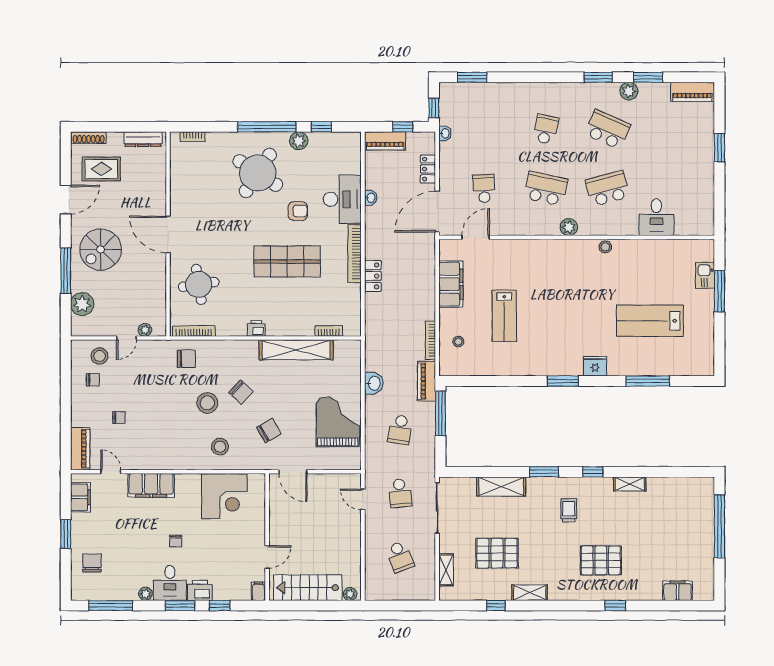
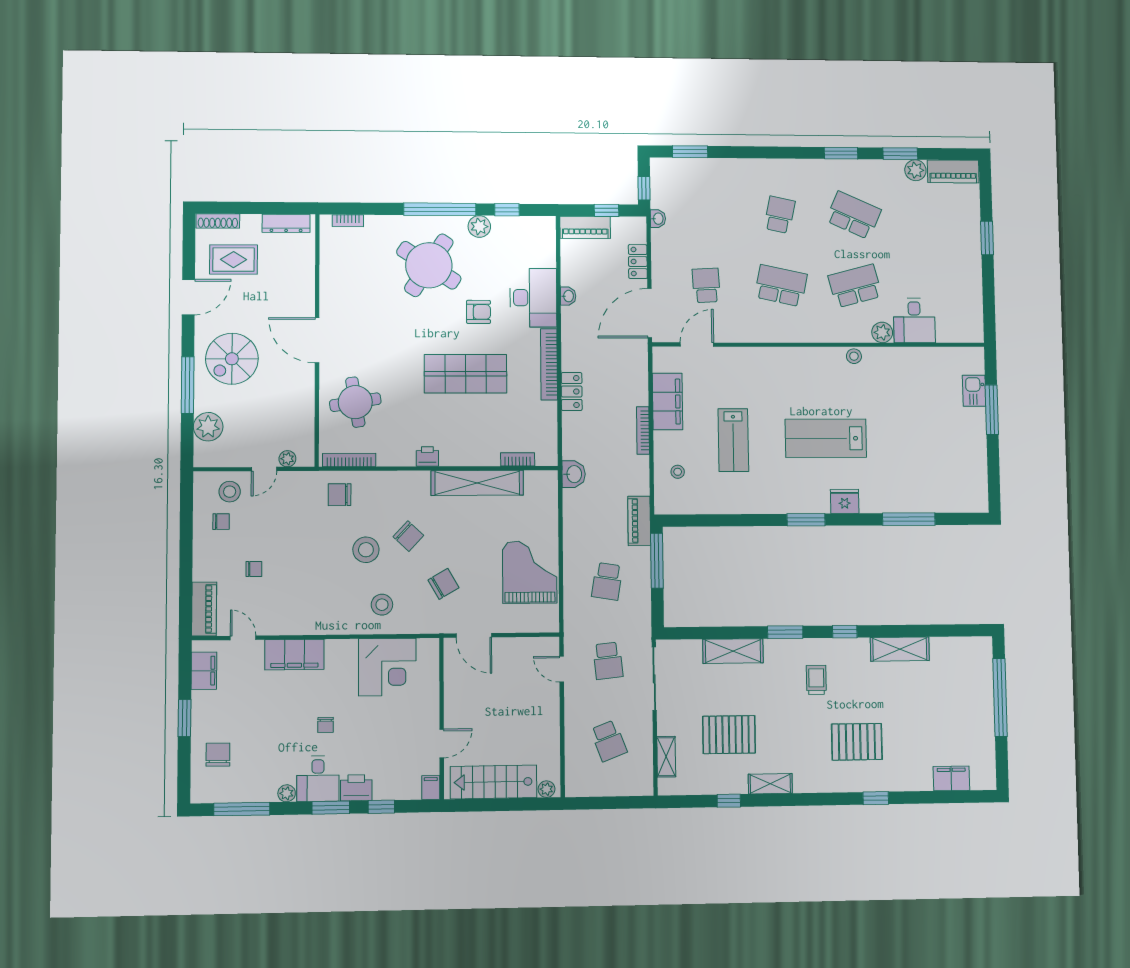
plant: (629, 91) -> (915, 170), moved
plant: (569, 227) -> (882, 332), moved
lab bench: (650, 321) -> (826, 438), moved
bookcase: (431, 340) -> (643, 431), moved
chair: (186, 359) -> (340, 495), turned 180
washbasin: (374, 383) -> (574, 474), moved
shelving: (630, 484) -> (900, 649), width x1.50, depth x1.33

